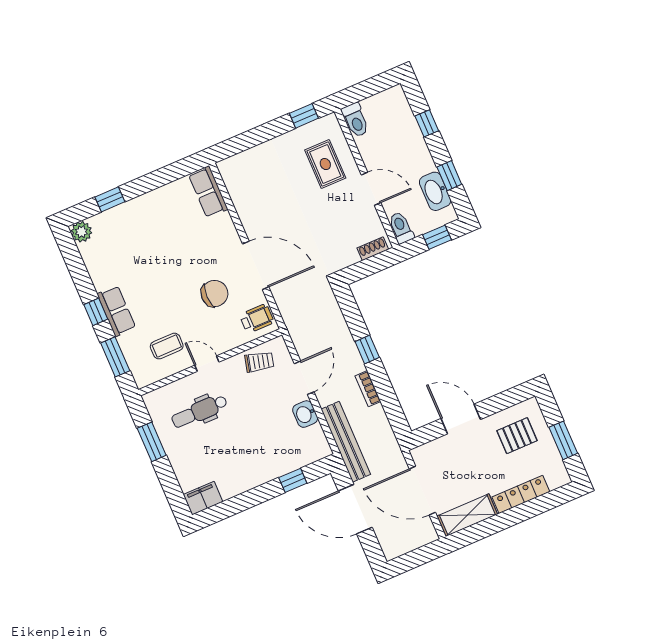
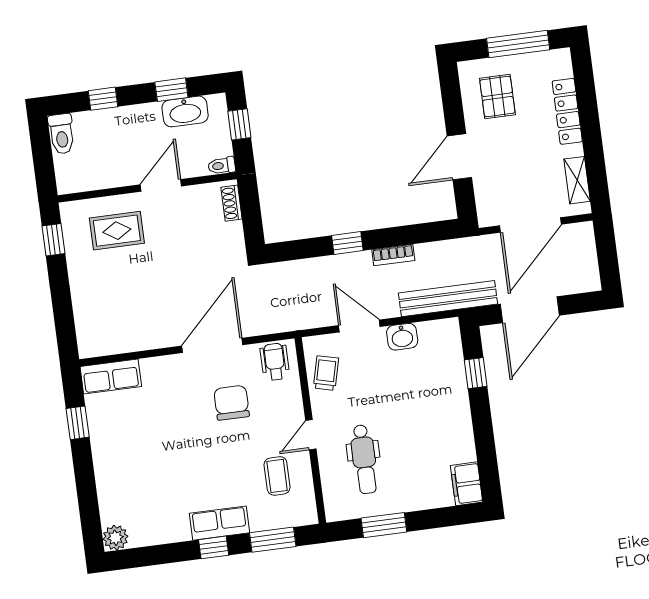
toilet: (355, 120) -> (61, 134), moved, turned 90
window: (110, 199) -> (78, 423), moved
toilet: (401, 228) -> (222, 166), width x0.73, depth x0.72
window: (563, 440) -> (518, 44), width x1.44
shelving: (467, 515) -> (577, 180), width x0.67, depth x0.75

